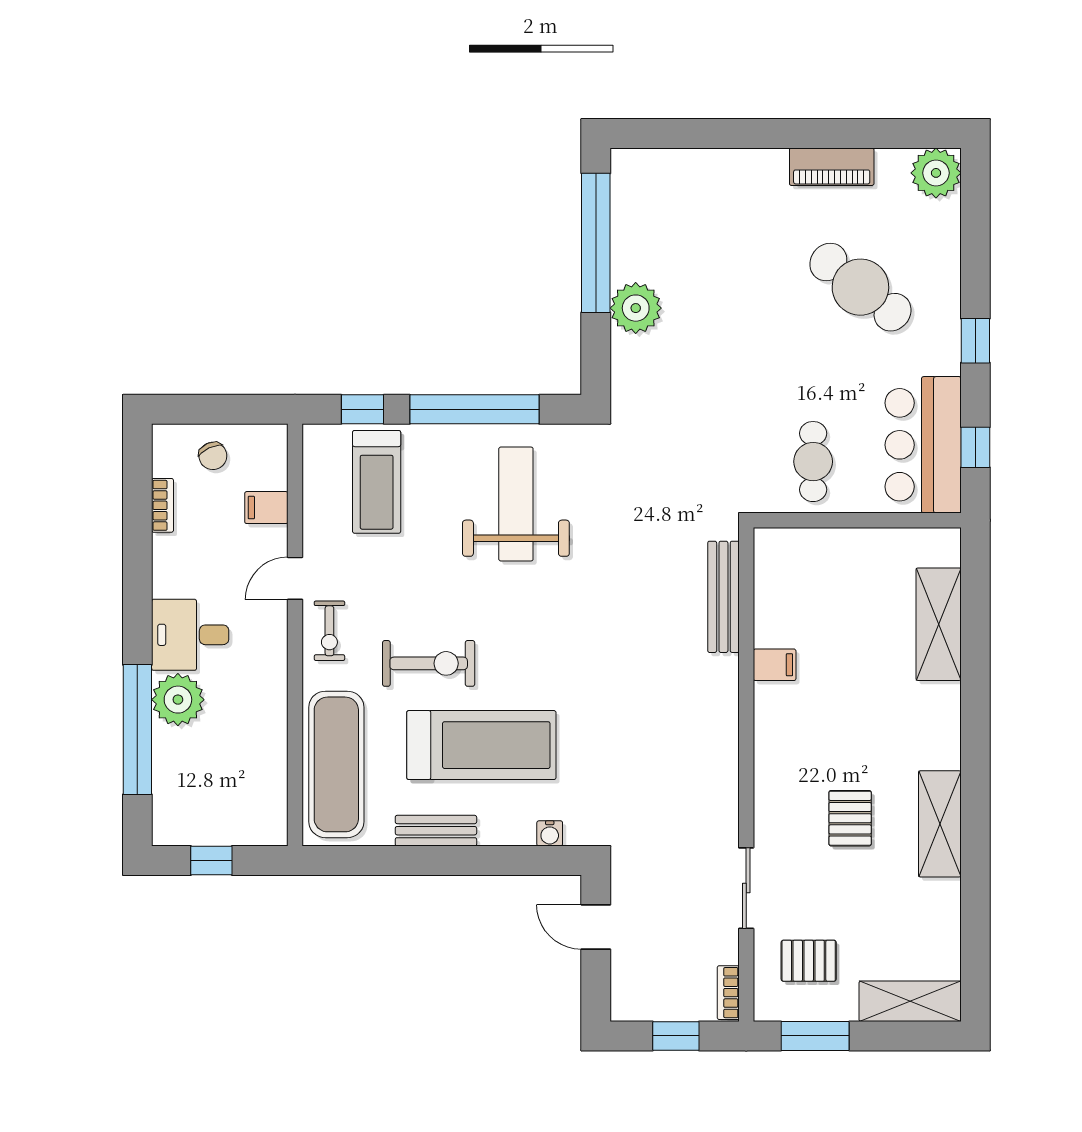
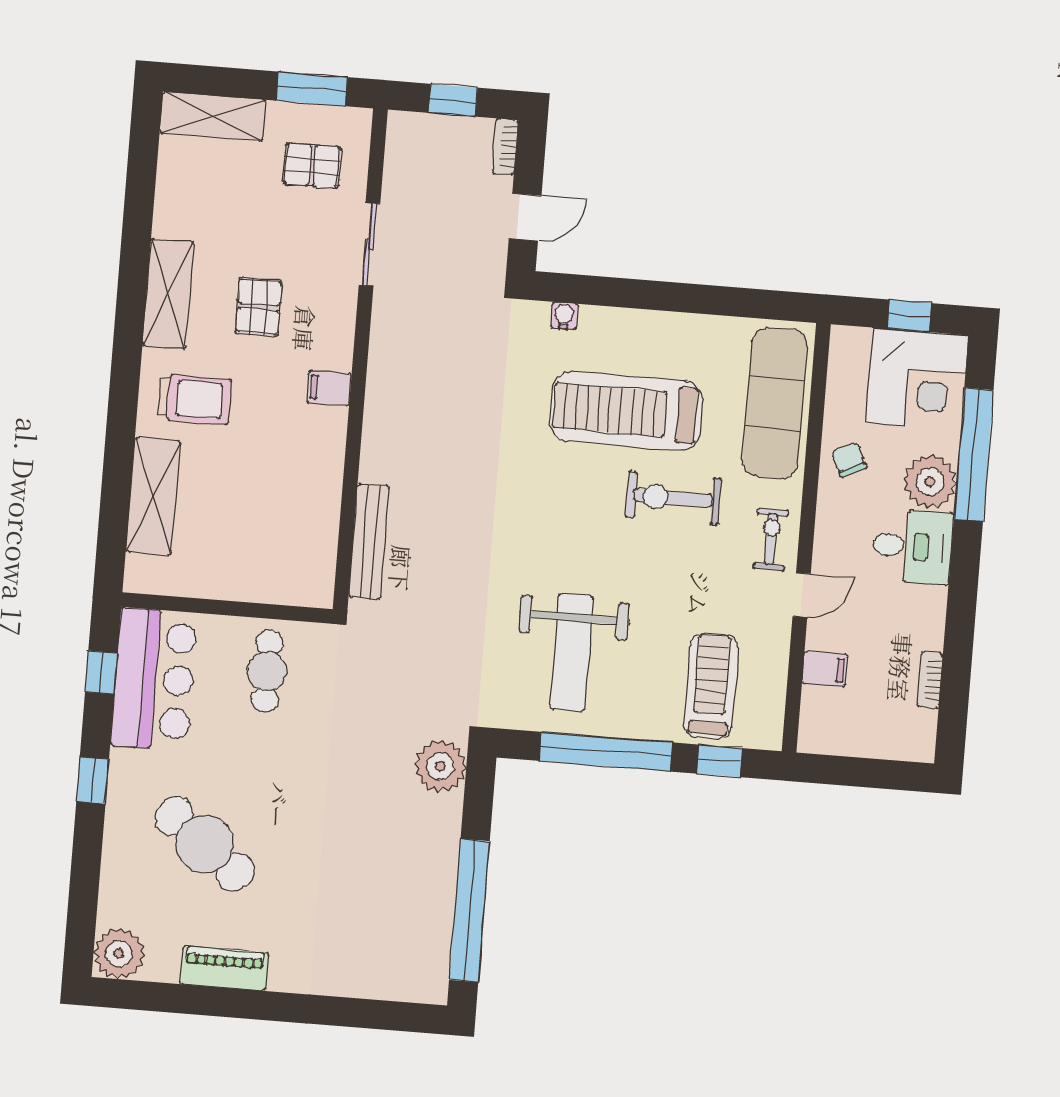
plant: (636, 308) -> (440, 766), moved
chair: (213, 456) -> (849, 460), moved
filing cabinet: (775, 665) -> (329, 388), moved
trolley: (906, 722) -> (194, 399), added
corner desk: (199, 799) -> (917, 379), added
bench: (436, 831) -> (679, 328), removed
door: (596, 927) -> (525, 217), hinge flipped
bookcase: (728, 993) -> (505, 147), moved, turned 180

